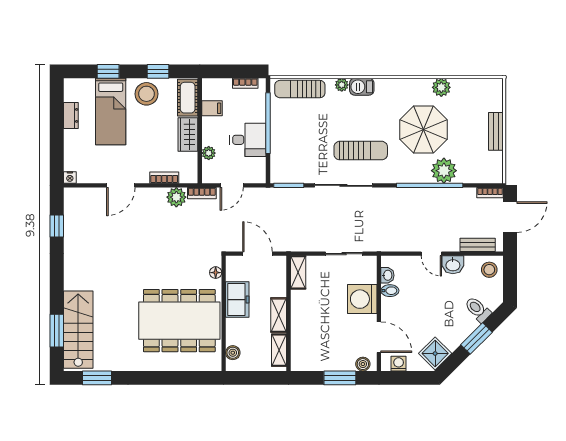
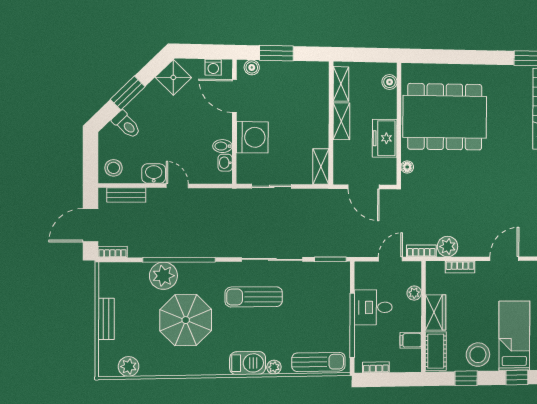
barbecue: (362, 87) -> (248, 363), width x1.38, depth x1.27
plant: (441, 87) -> (129, 366), moved

